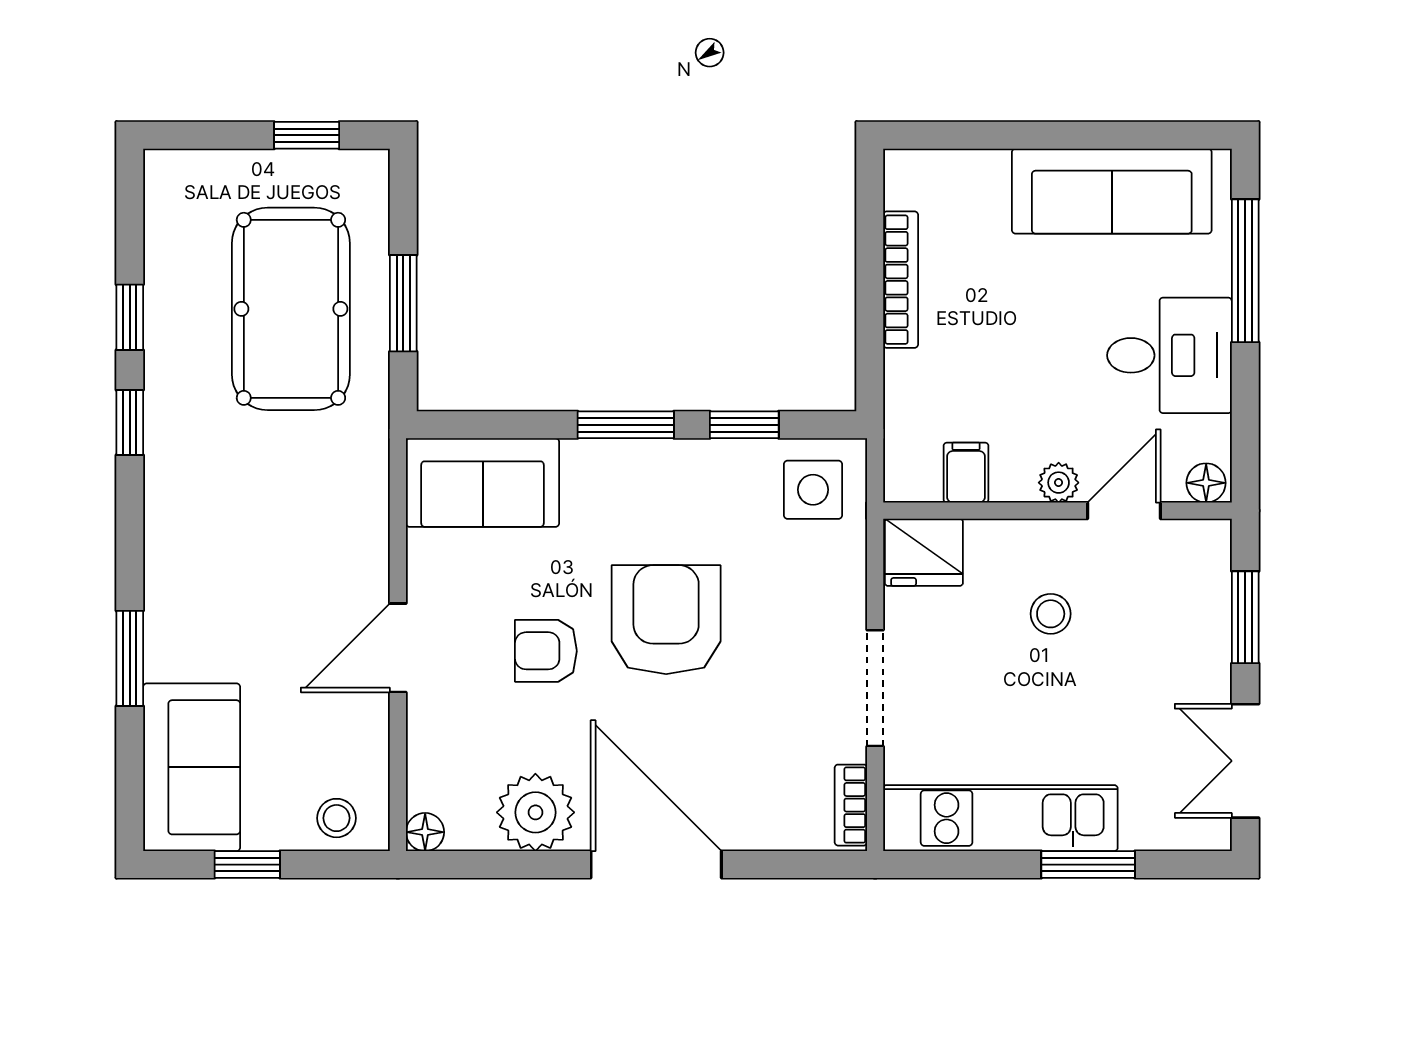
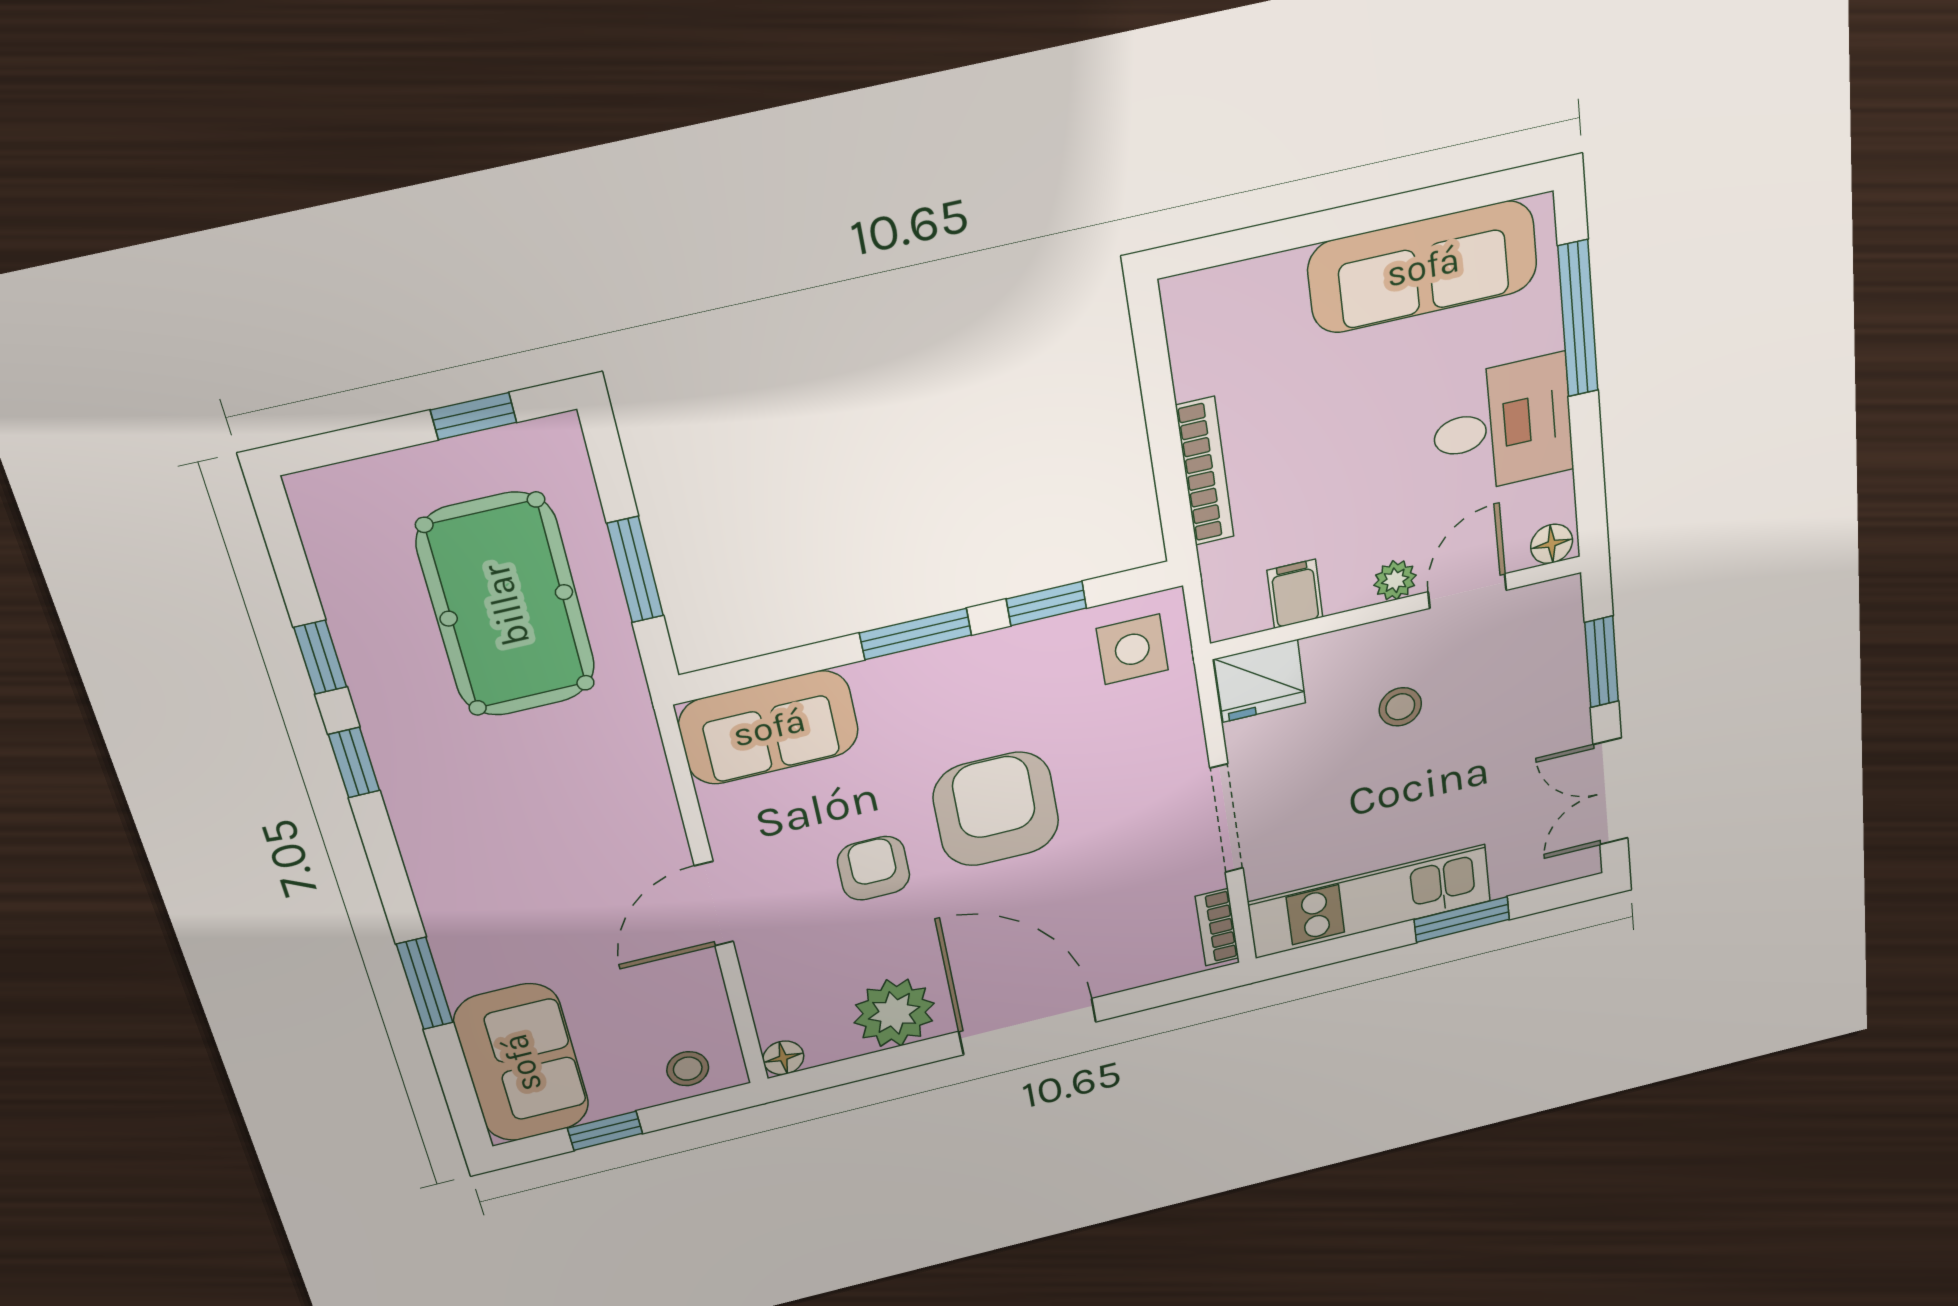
bookcase: (901, 280) -> (1205, 471), moved
armchair: (546, 651) -> (874, 868), turned 90

